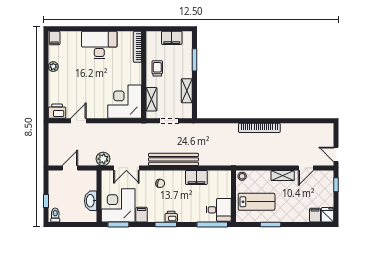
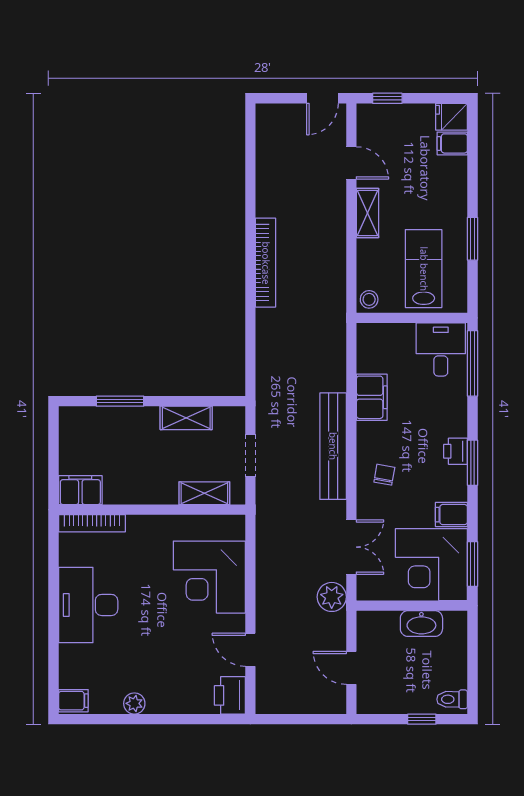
filing cabinet: (172, 38) -> (80, 490), moved, turned -90
trolley: (157, 68) -> (138, 481), removed
corner desk: (125, 102) -> (209, 577), moved

